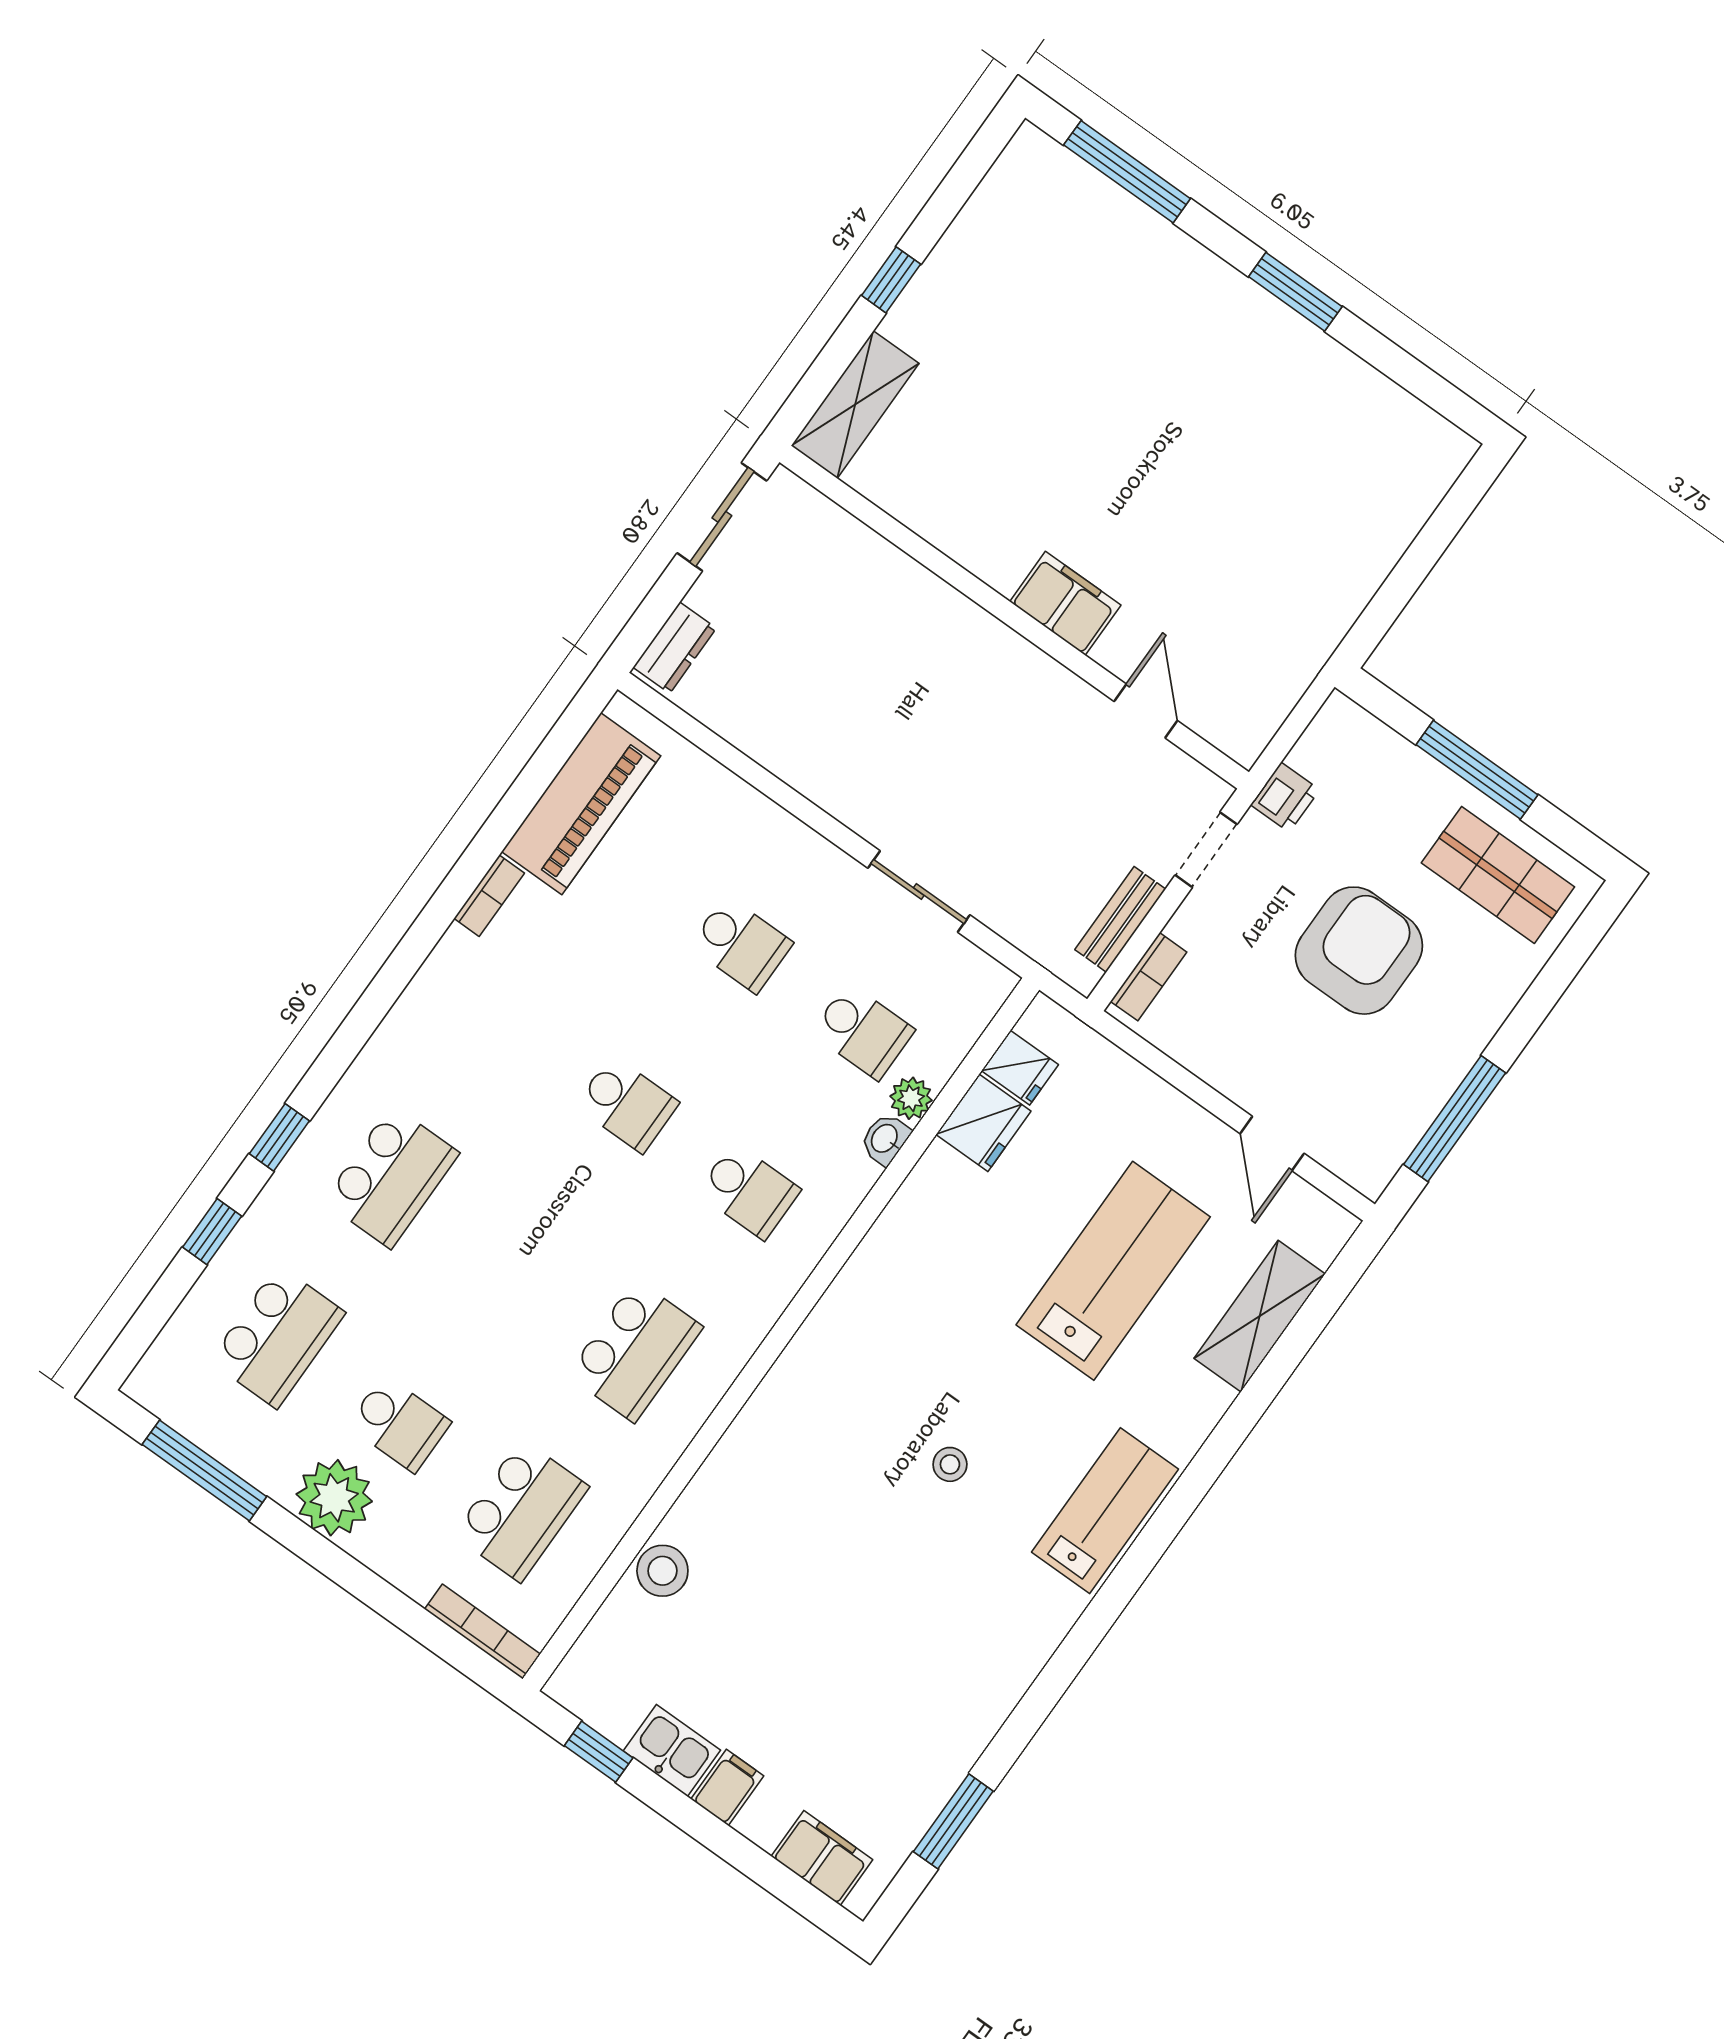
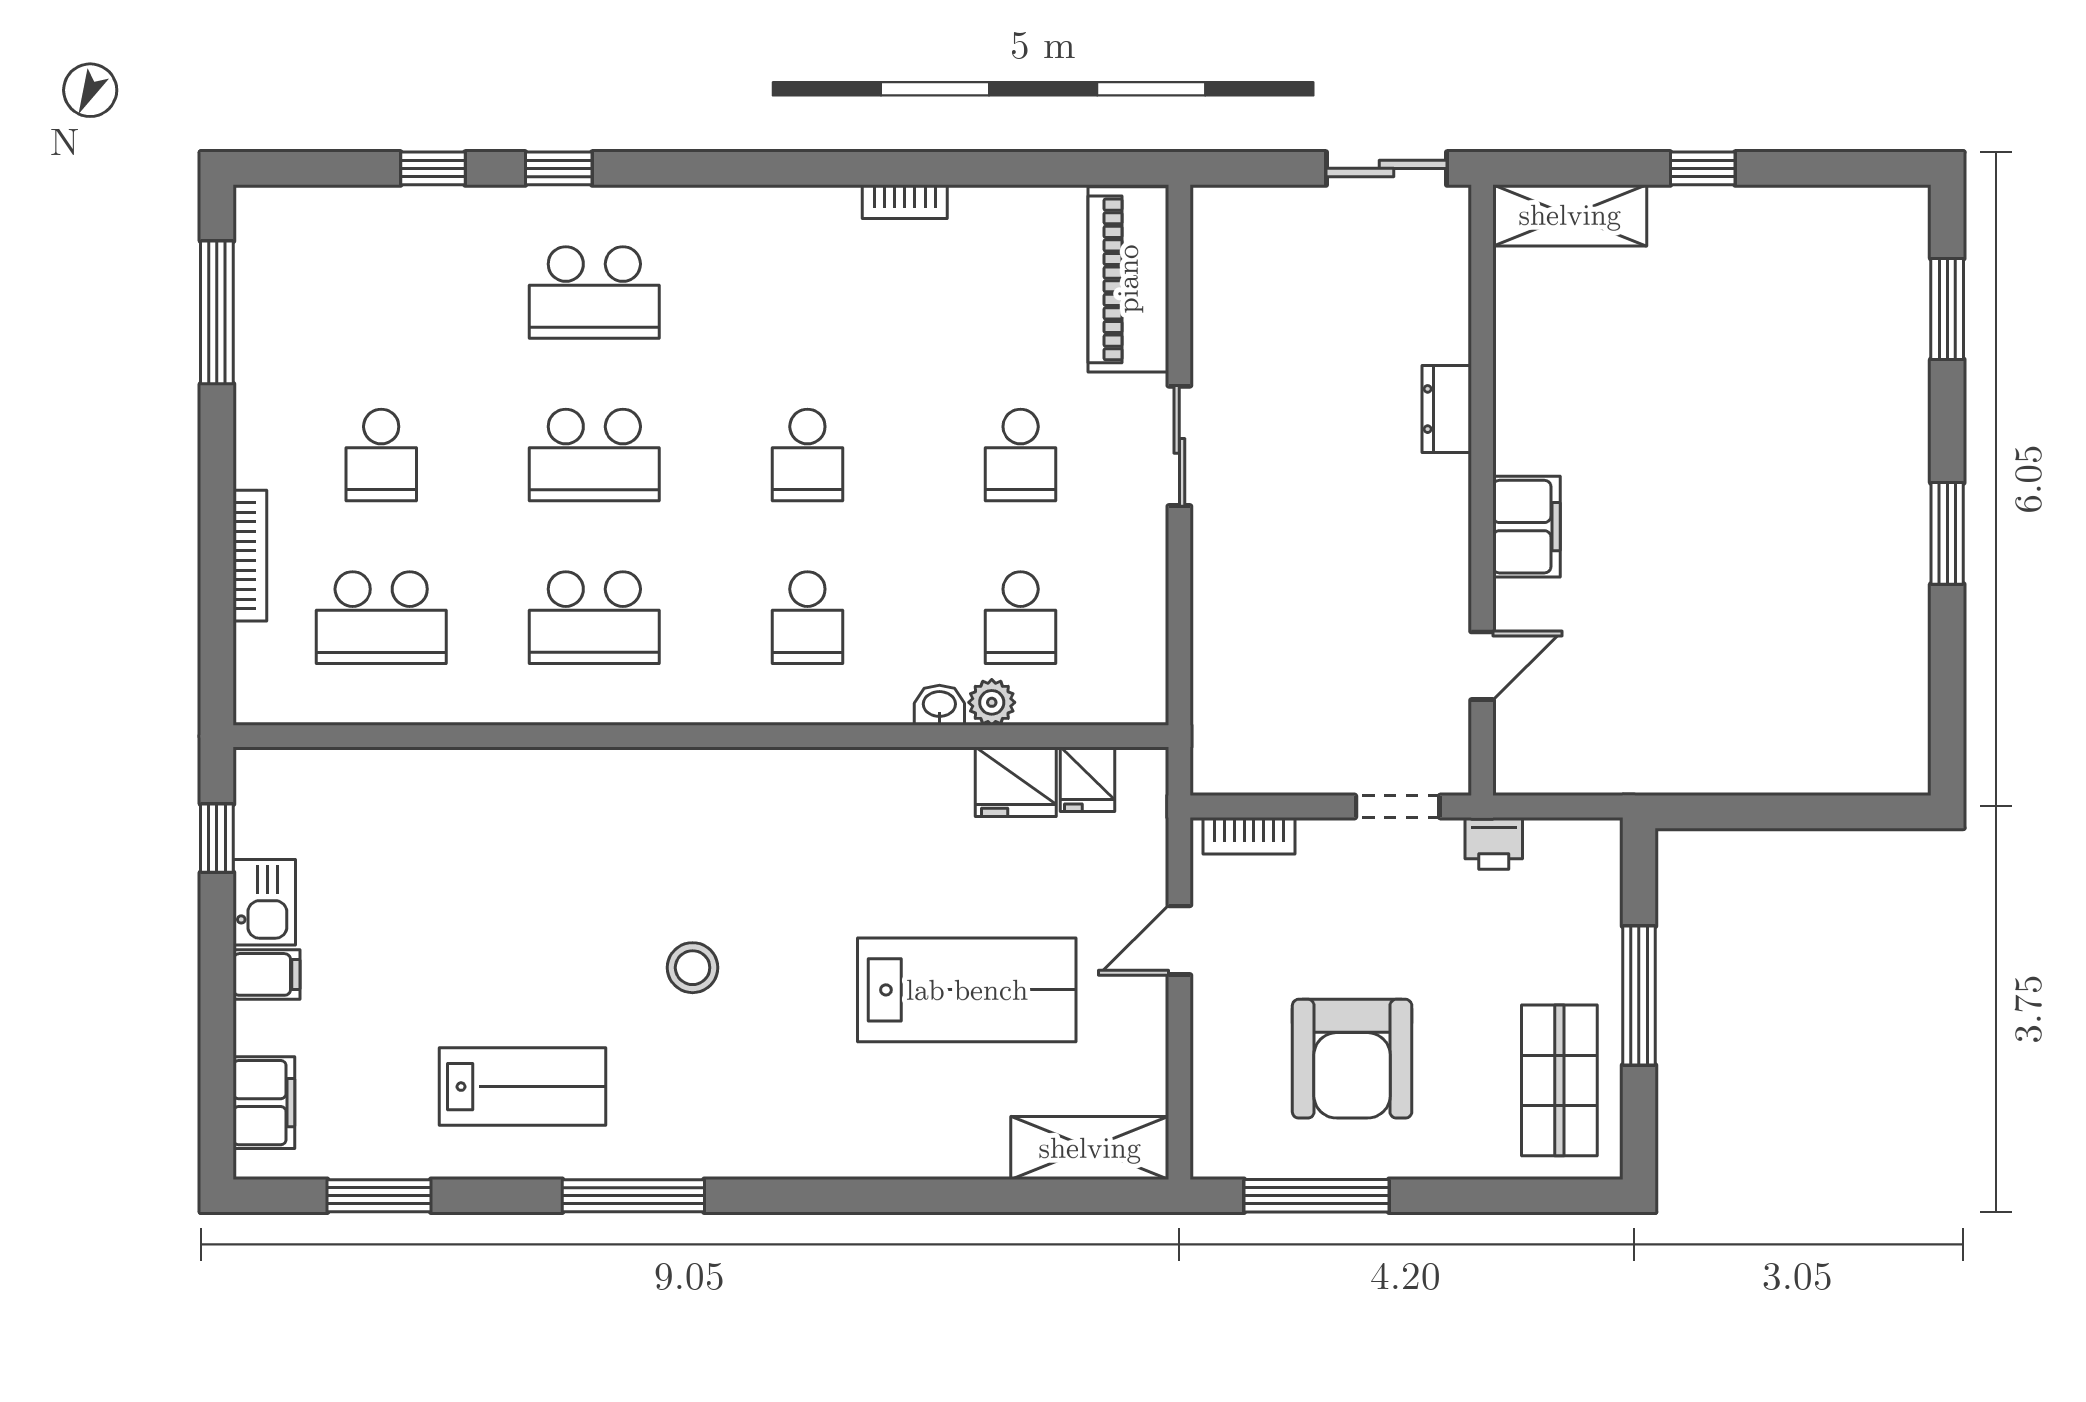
window: (1127, 172) -> (1947, 309), width x0.69
dresser: (675, 648) -> (1447, 409), moved, turned 90
piano: (581, 804) -> (1128, 279), moved, turned 90
sliding door: (919, 892) -> (1179, 446), moved
bench: (1120, 919) -> (1282, 774), removed
armchair: (1359, 951) -> (1352, 1059), moved, turned 90
door: (1272, 1144) -> (1179, 940), moved
shelving: (1260, 1316) -> (1090, 1148), moved
school desk: (277, 1337) -> (594, 455), moved
stool: (950, 1464) -> (693, 968), width x1.37, depth x1.37
plant: (334, 1498) -> (275, 444), removed
lab bench: (1105, 1511) -> (523, 1087), moved
stool: (662, 1571) -> (417, 781), removed
window: (1089, 1631) -> (633, 1196), added
bookcase: (483, 1632) -> (250, 556), moved

